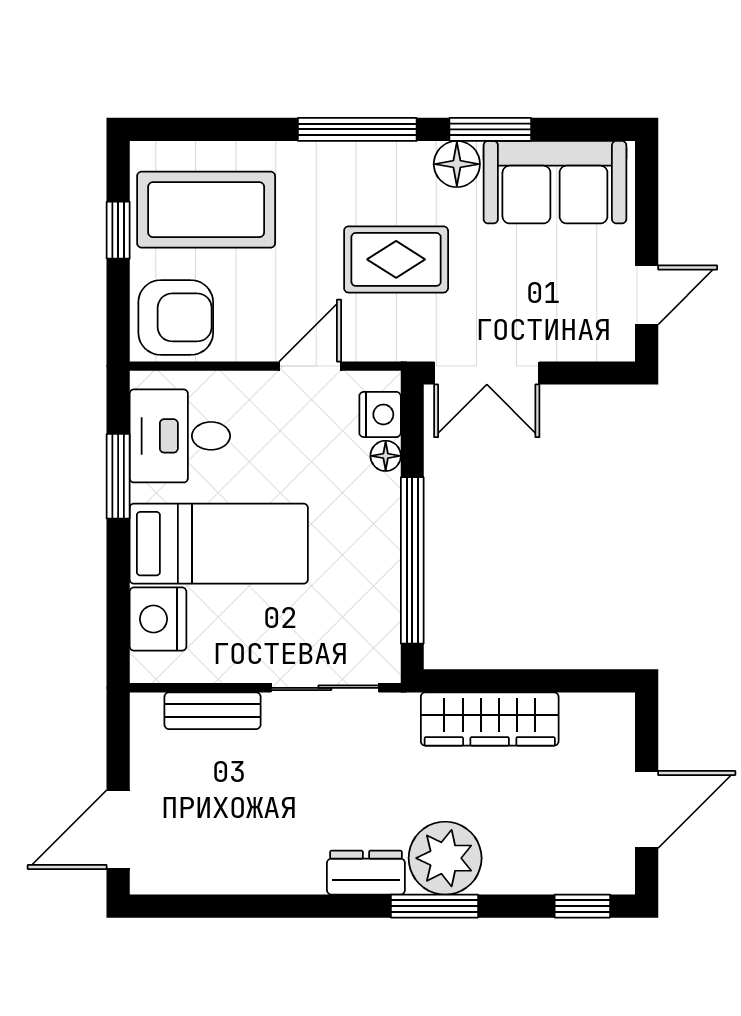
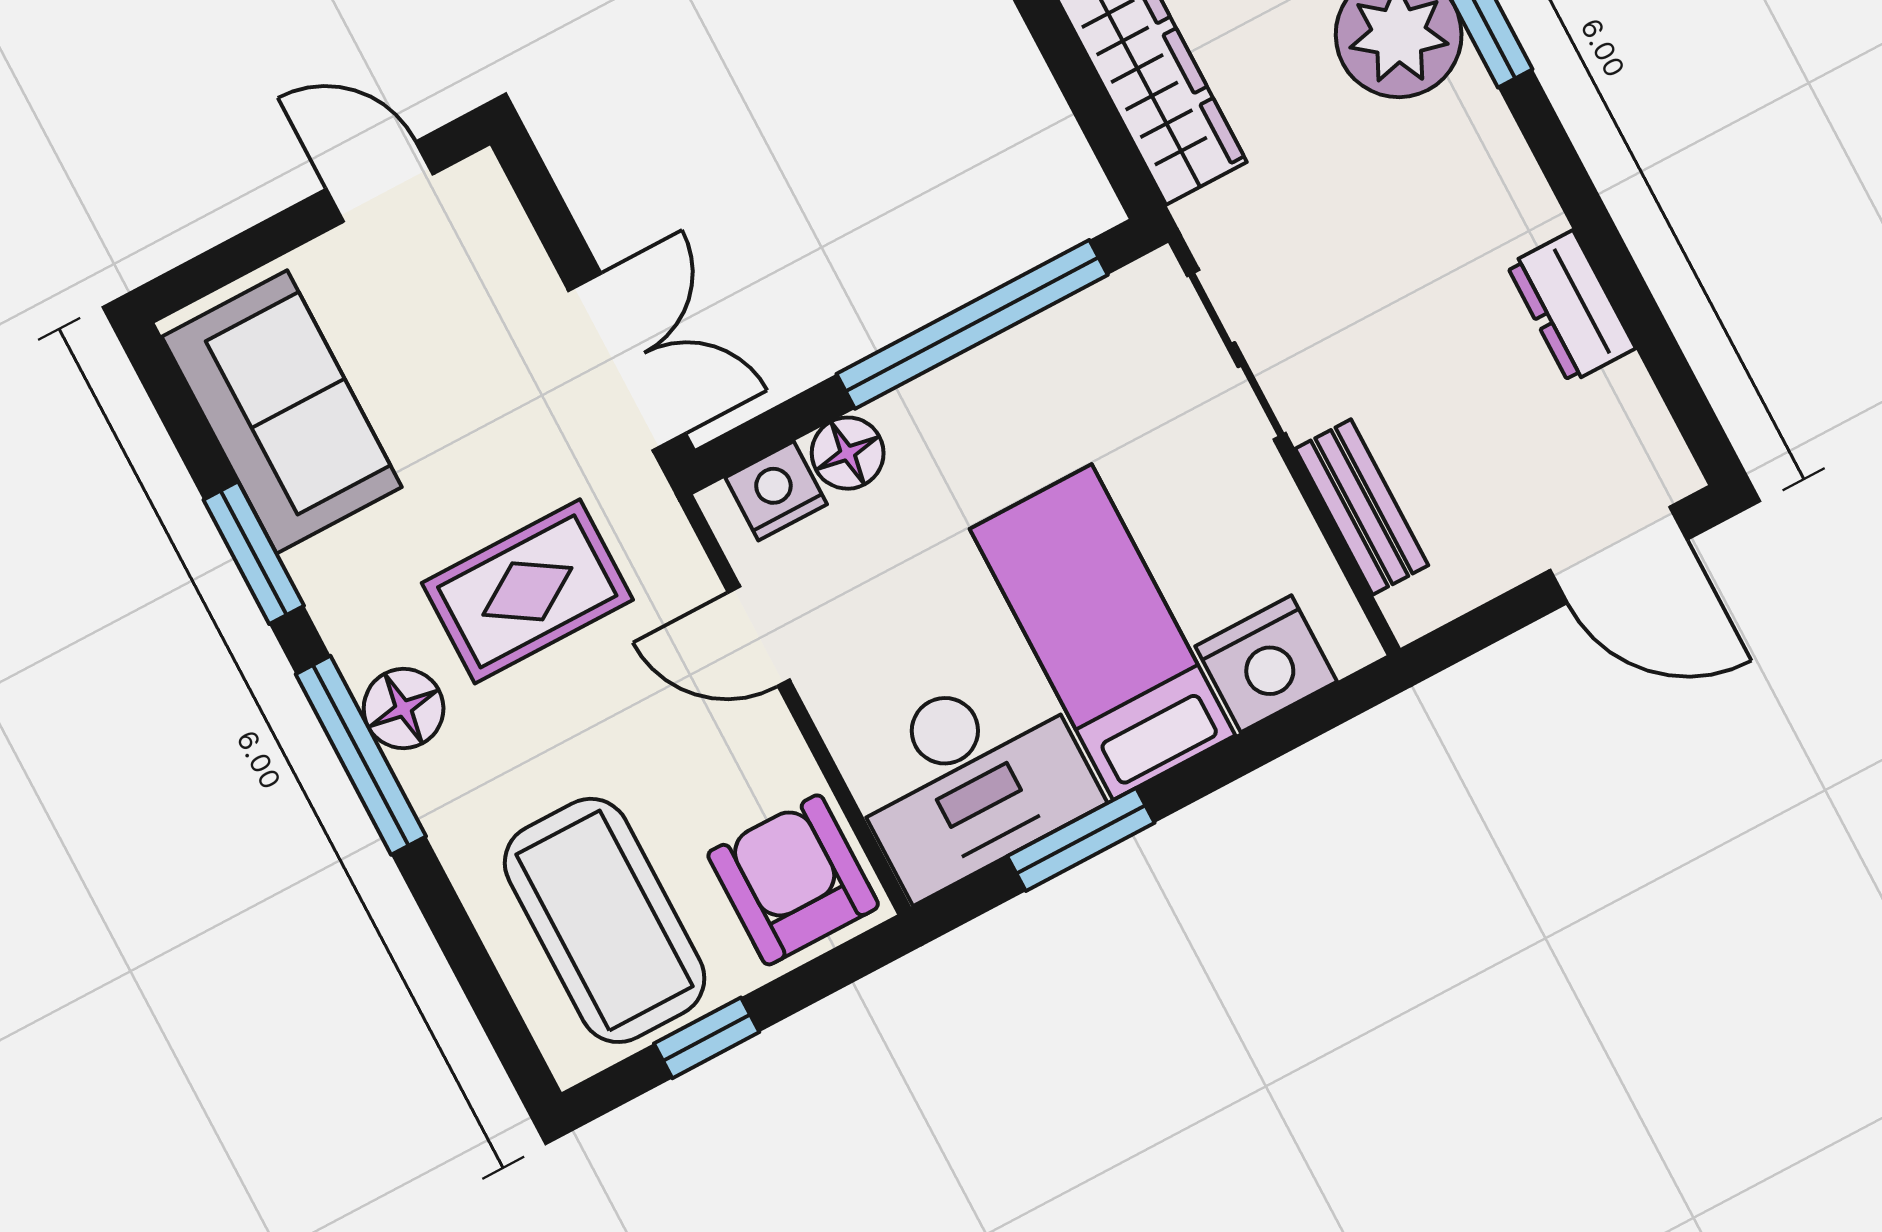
floor lamp: (457, 164) -> (404, 708), moved
rug: (396, 259) -> (527, 591), turned 90
desk: (180, 436) -> (970, 778), width x1.37
floor lamp: (386, 456) -> (848, 453), width x1.37, depth x1.37
dresser: (366, 873) -> (1571, 307), moved

